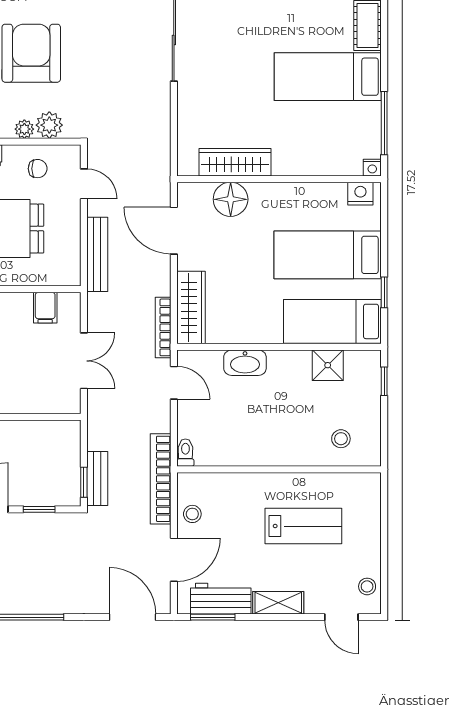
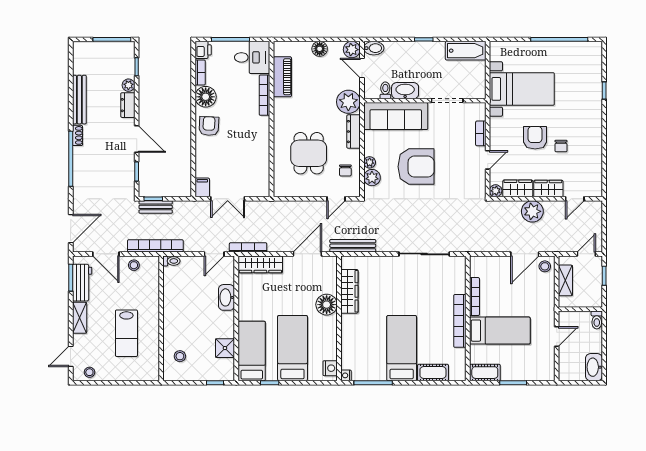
floor lamp: (231, 199) -> (327, 305), moved
bench: (97, 254) -> (353, 246), moved
filing cabinet: (45, 308) -> (202, 187), moved, turned 90

